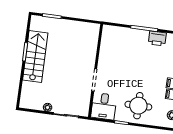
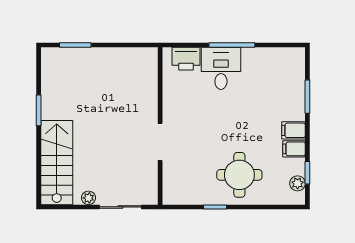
printer: (157, 38) -> (186, 59), moved
stairs: (35, 56) -> (57, 163), moved
desk: (104, 106) -> (221, 68), moved, turned 180

